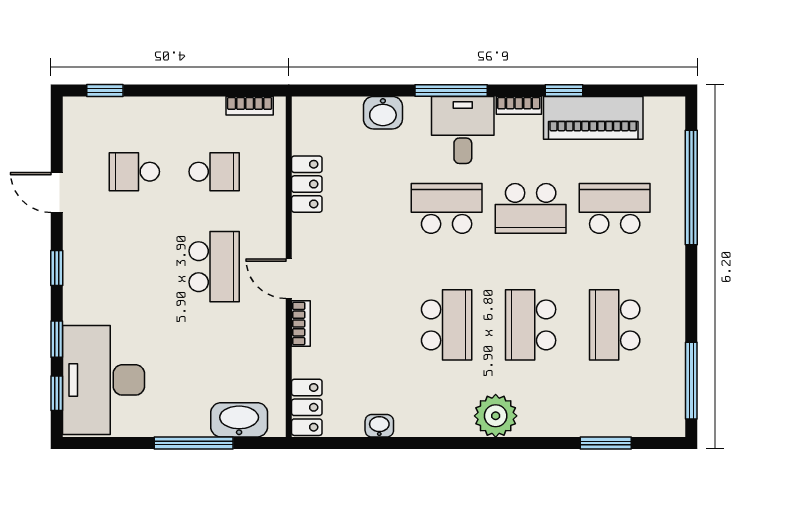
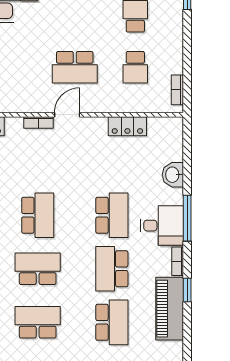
school desk: (447, 325) -> (38, 215), turned -90

